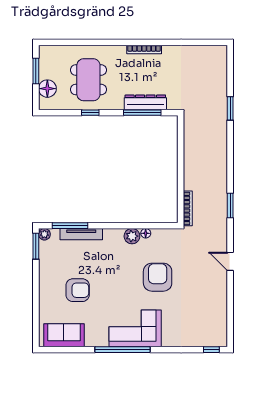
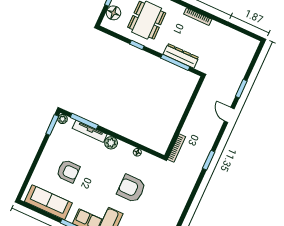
plant: (132, 236) -> (111, 143), moved
door: (230, 261) -> (229, 115), moved
armchair: (158, 277) -> (131, 189), turned -90
sofa: (64, 335) -> (48, 202), width x1.36

